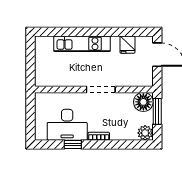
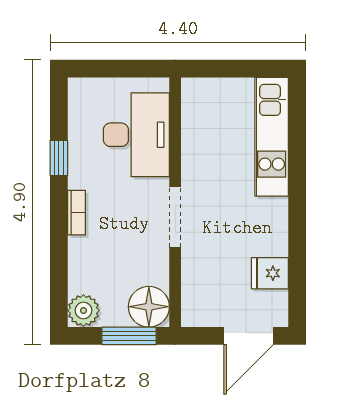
kitchen unit: (82, 44) -> (272, 137), moved
desk: (67, 125) -> (136, 135), moved, turned 180

